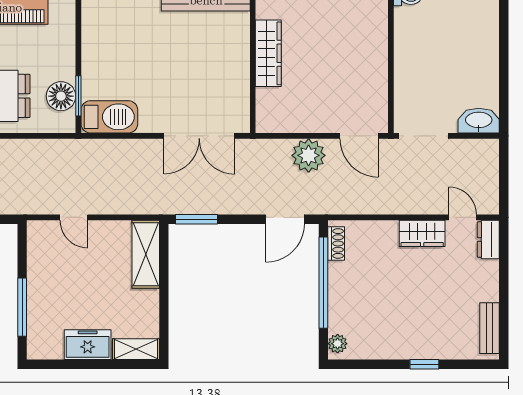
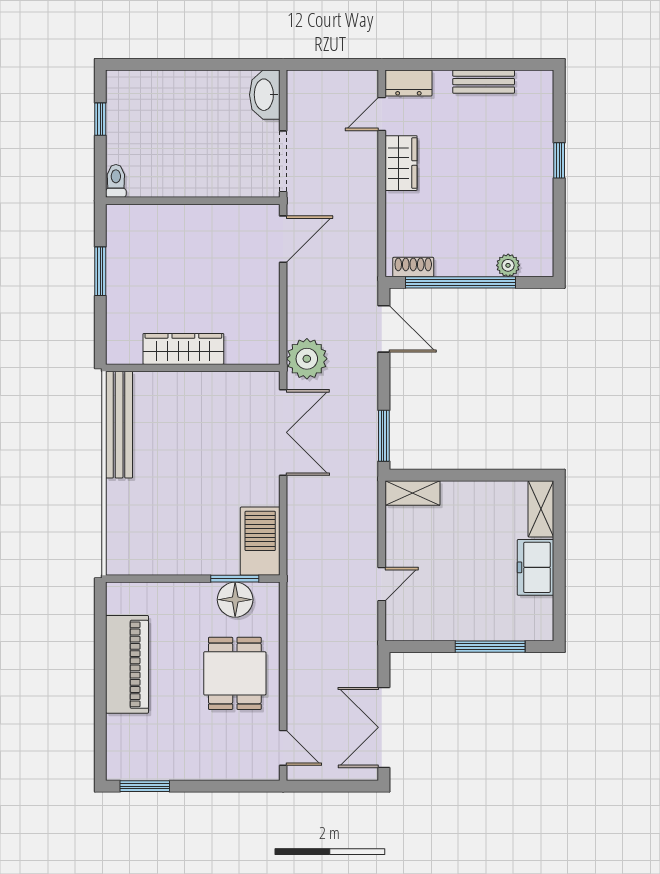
plant: (309, 155) -> (307, 359), moved
shelving: (146, 254) -> (412, 493), width x0.67, depth x0.75
bench: (490, 328) -> (484, 82), moved
plant: (338, 344) -> (508, 265), moved

